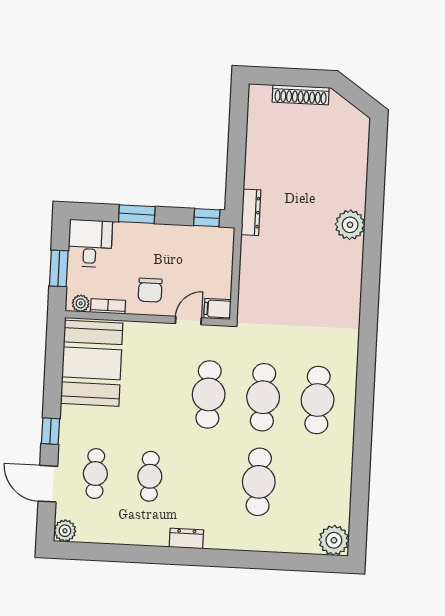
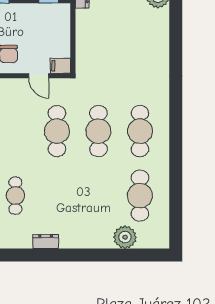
door: (188, 321) -> (39, 76), swing flipped
cafe table: (259, 482) -> (140, 196), moved
plant: (334, 540) -> (125, 237), moved

